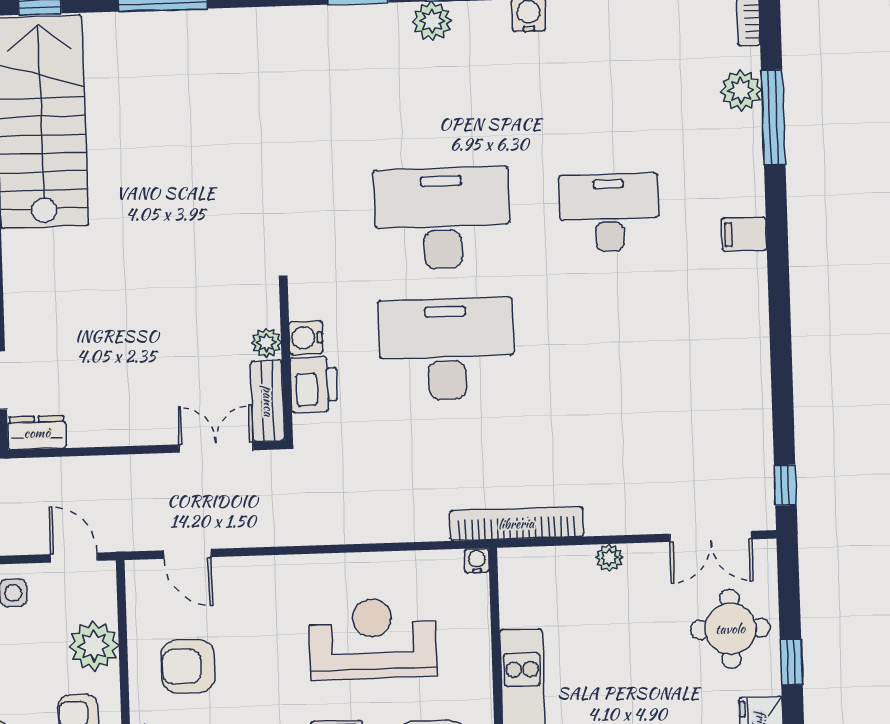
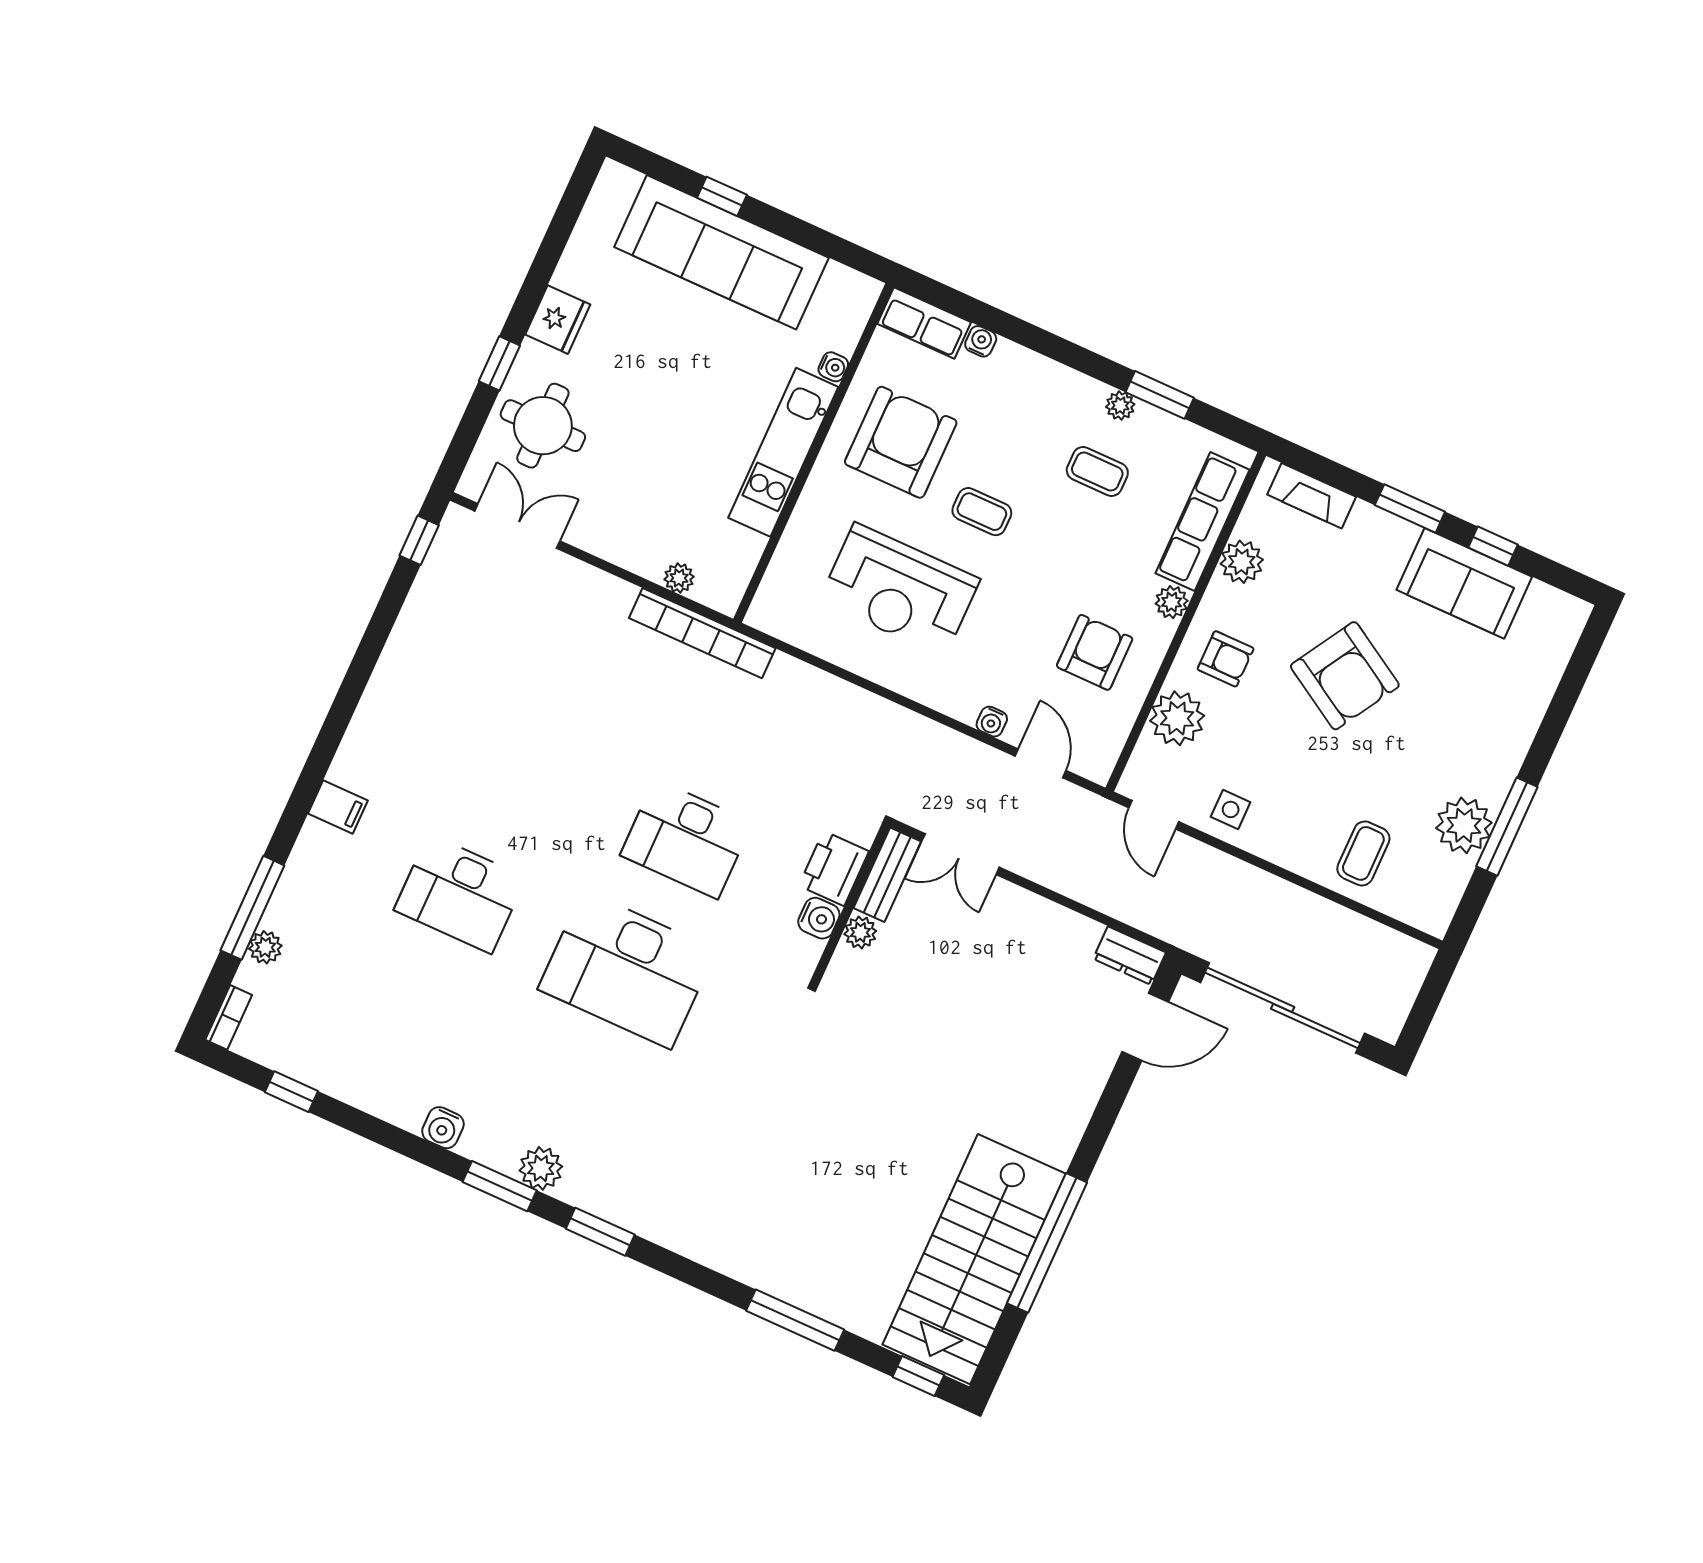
plant: (741, 90) -> (265, 947), width x0.73, depth x0.73
desk: (446, 349) -> (686, 839), width x0.73, depth x0.77
plant: (609, 558) -> (679, 578), moved
water cooler: (477, 561) -> (992, 722), moved
armchair: (188, 666) -> (1095, 652), turned -90

